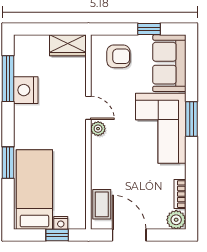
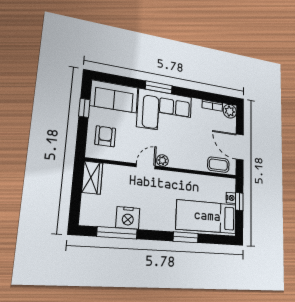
door: (129, 235) -> (240, 147), hinge flipped

